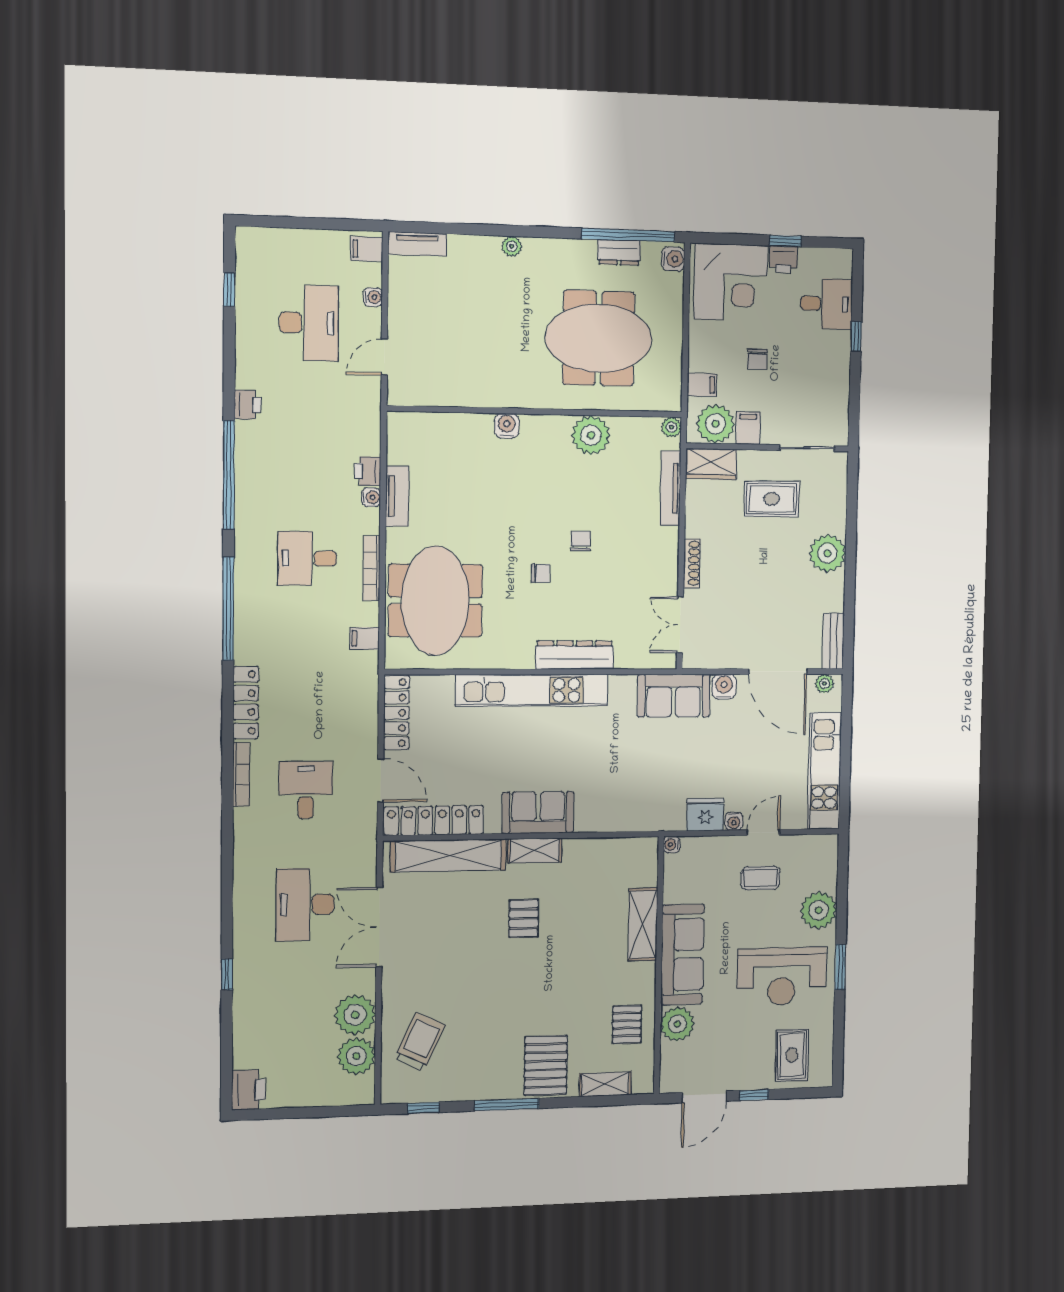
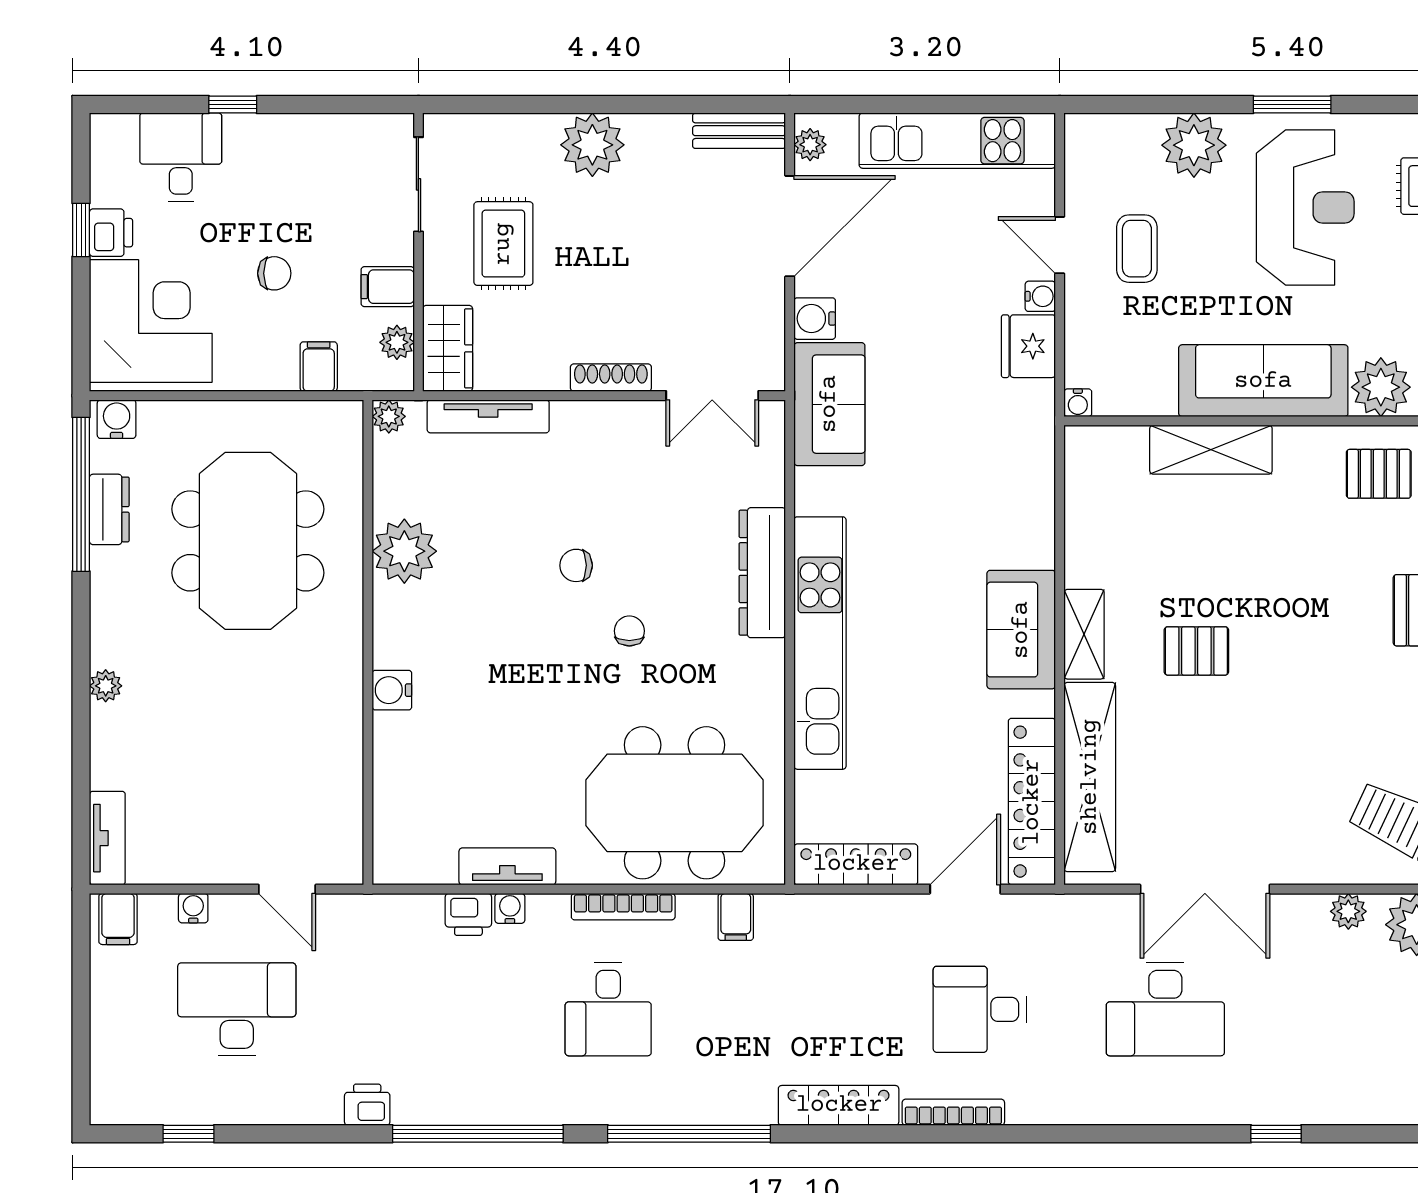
plant: (715, 424) -> (397, 342), width x0.53, depth x0.53
plant: (355, 1015) -> (1348, 911), width x0.53, depth x0.53

